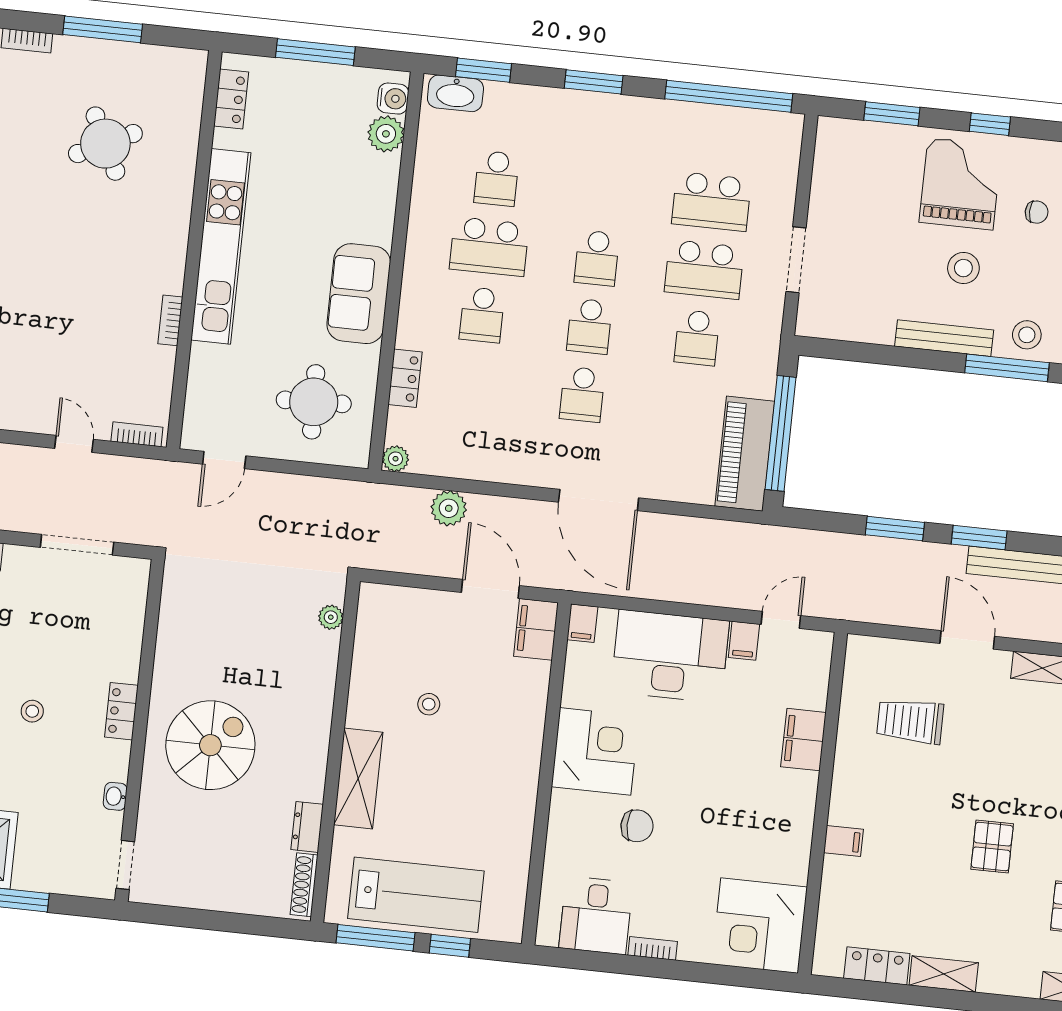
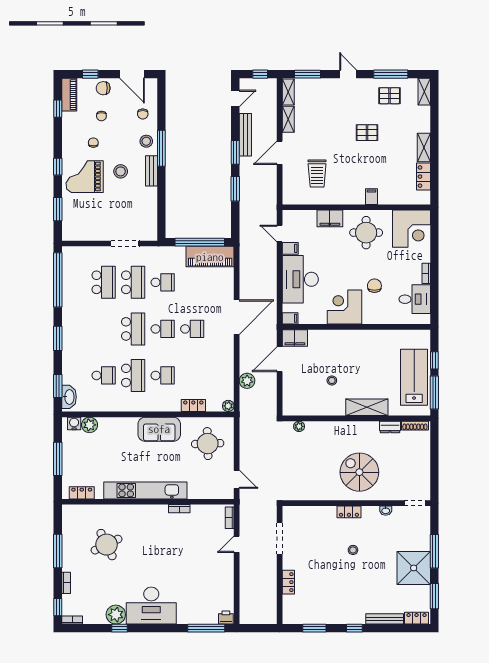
school desk: (597, 258) -> (133, 329), width x1.85
bench: (944, 338) -> (151, 171), width x0.73
round table: (762, 820) -> (366, 233), added

